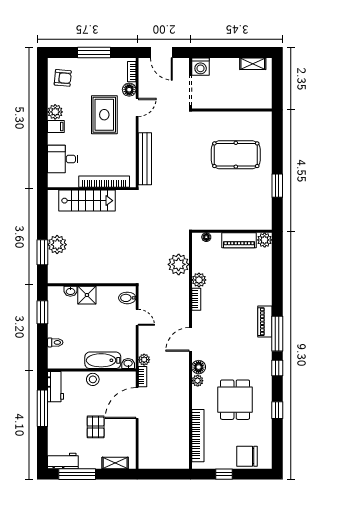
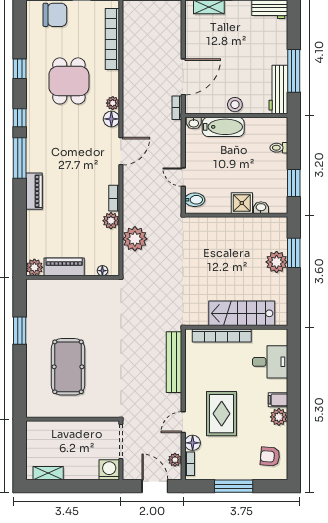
pool table: (236, 155) -> (68, 367), turned 90
piano: (265, 322) -> (34, 191), moved
plant: (144, 360) -> (175, 460), moved
workbench: (56, 387) -> (278, 90), width x1.38
pallet: (96, 427) -> (232, 49), removed

